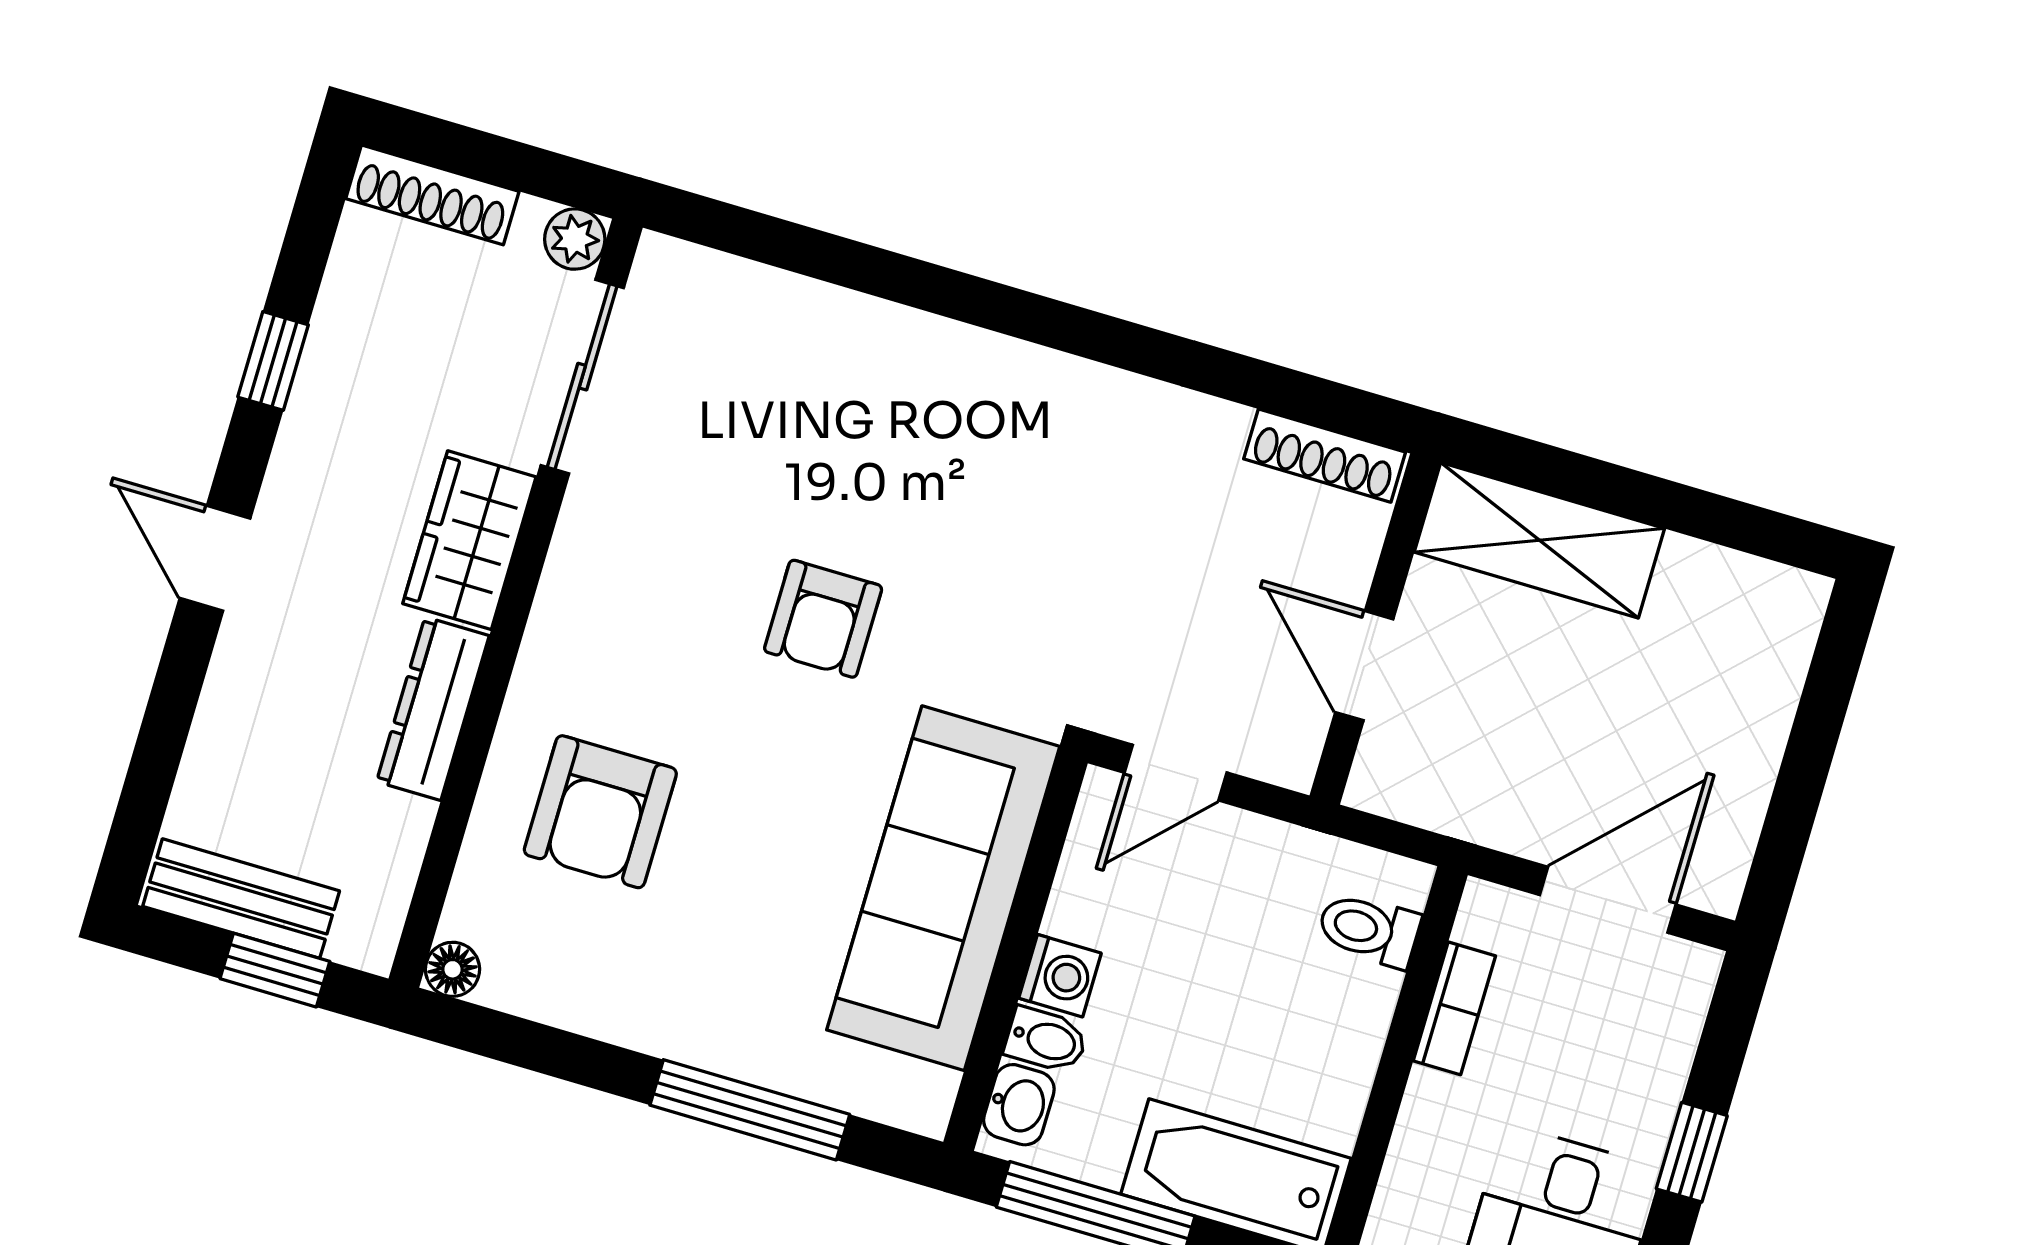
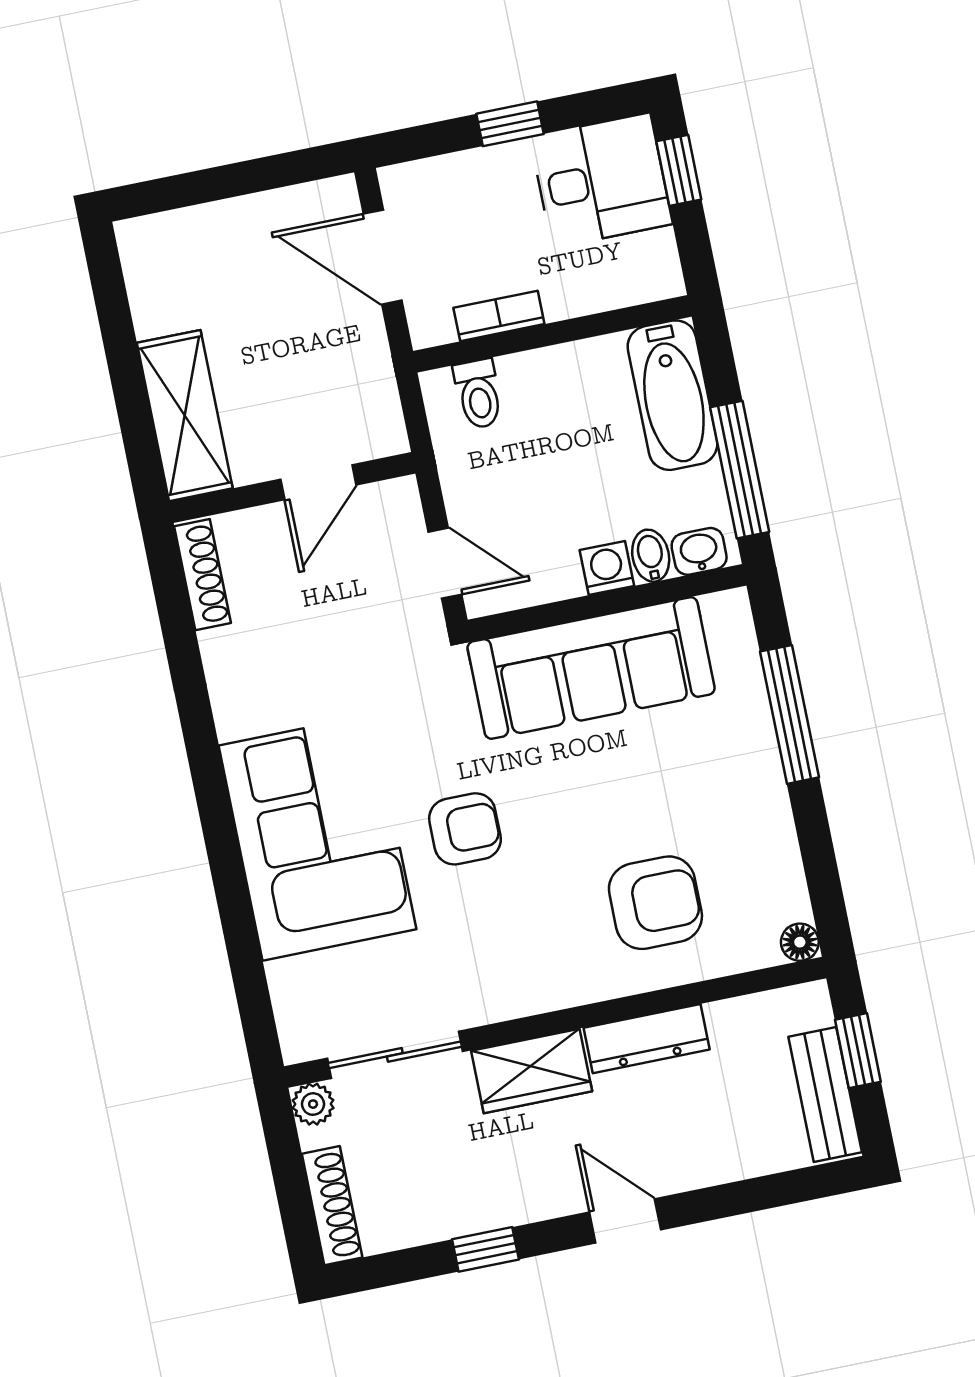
corner sofa: (912, 425) -> (318, 837), added
door: (215, 558) -> (625, 1221), swing flipped

